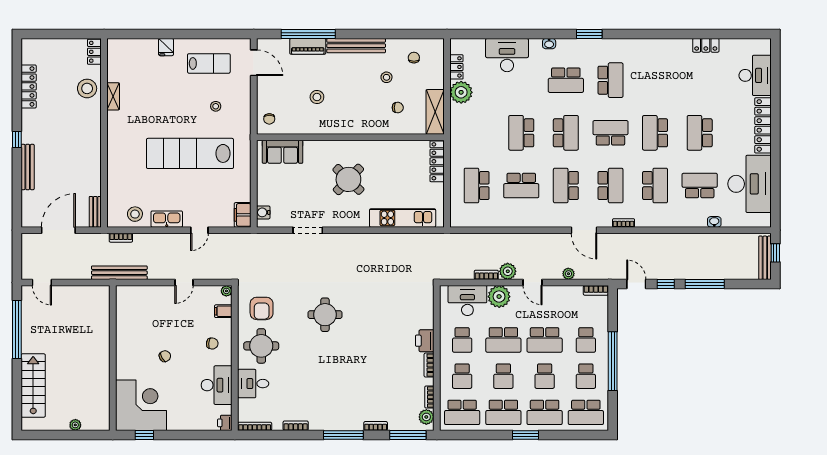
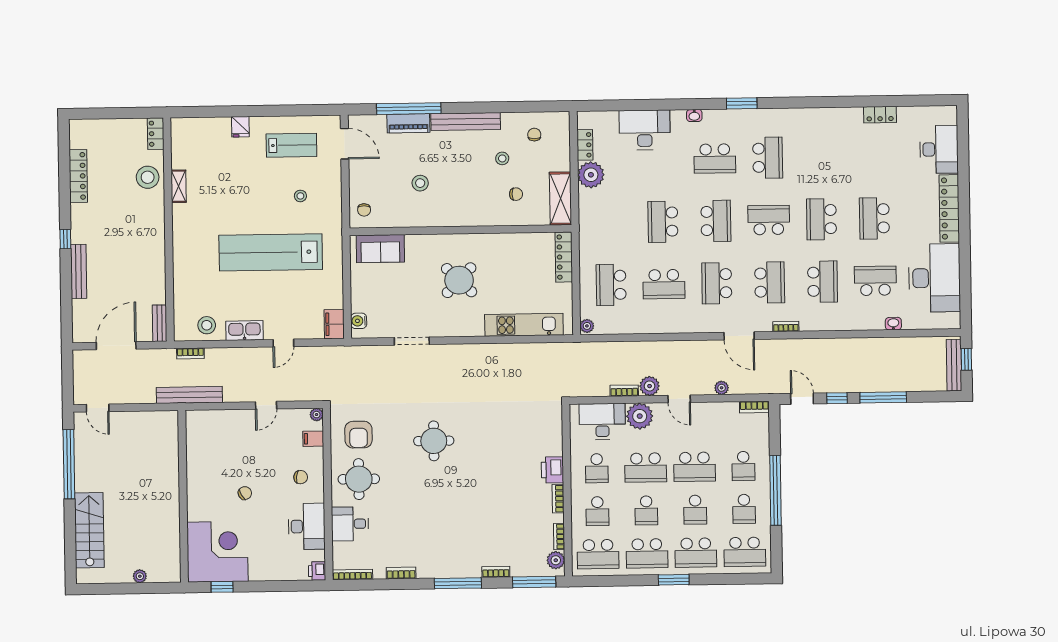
plant: (456, 220) -> (587, 326), added

